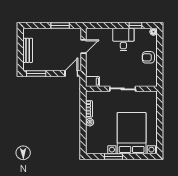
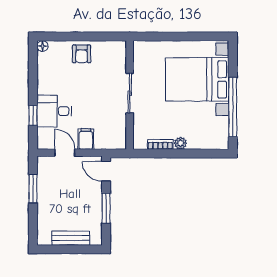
window: (135, 26) -> (33, 116), moved
desk: (123, 39) -> (54, 111), moved
window: (36, 73) -> (106, 208), moved
filing cabinet: (93, 82) -> (86, 139), moved
window: (113, 156) -> (233, 107), width x2.11

